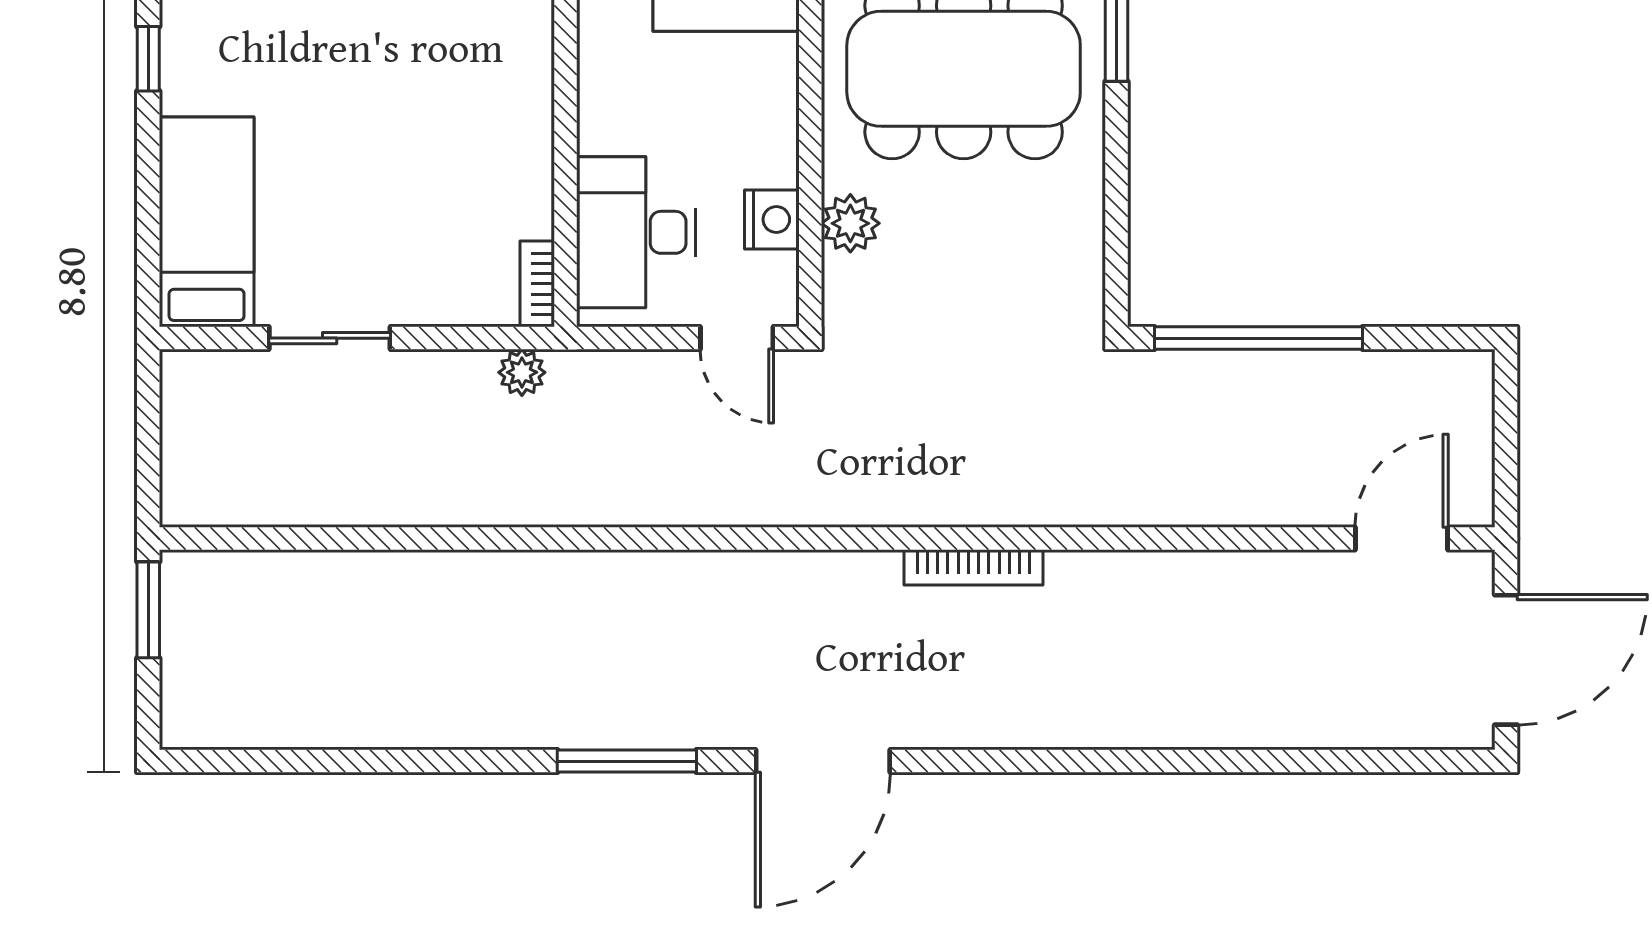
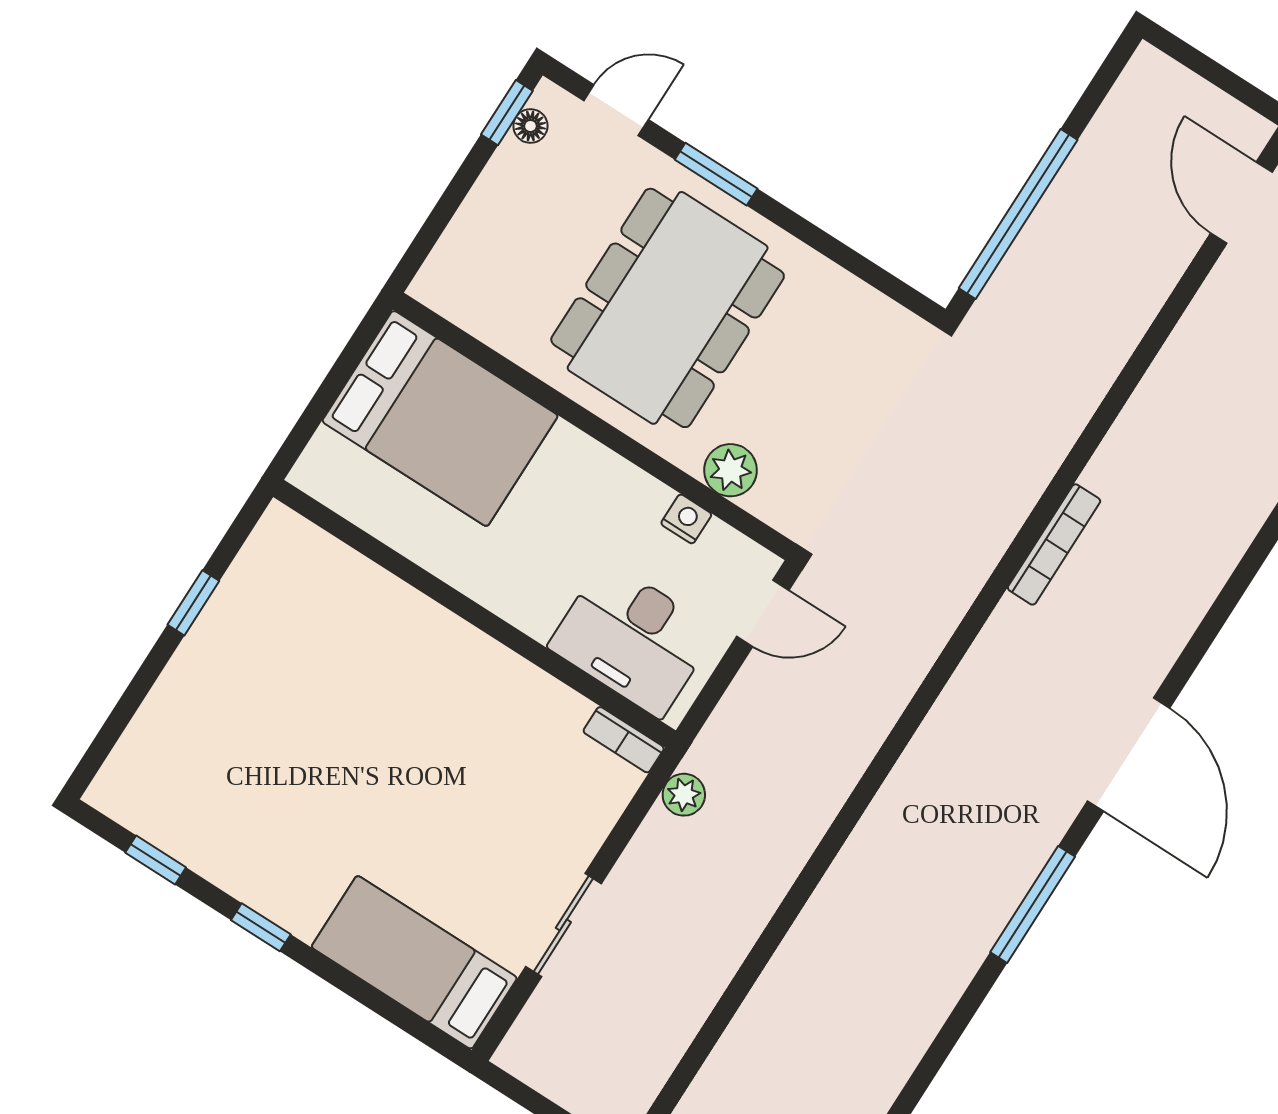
nightstand: (772, 220) -> (686, 519), width x0.72, depth x0.74

